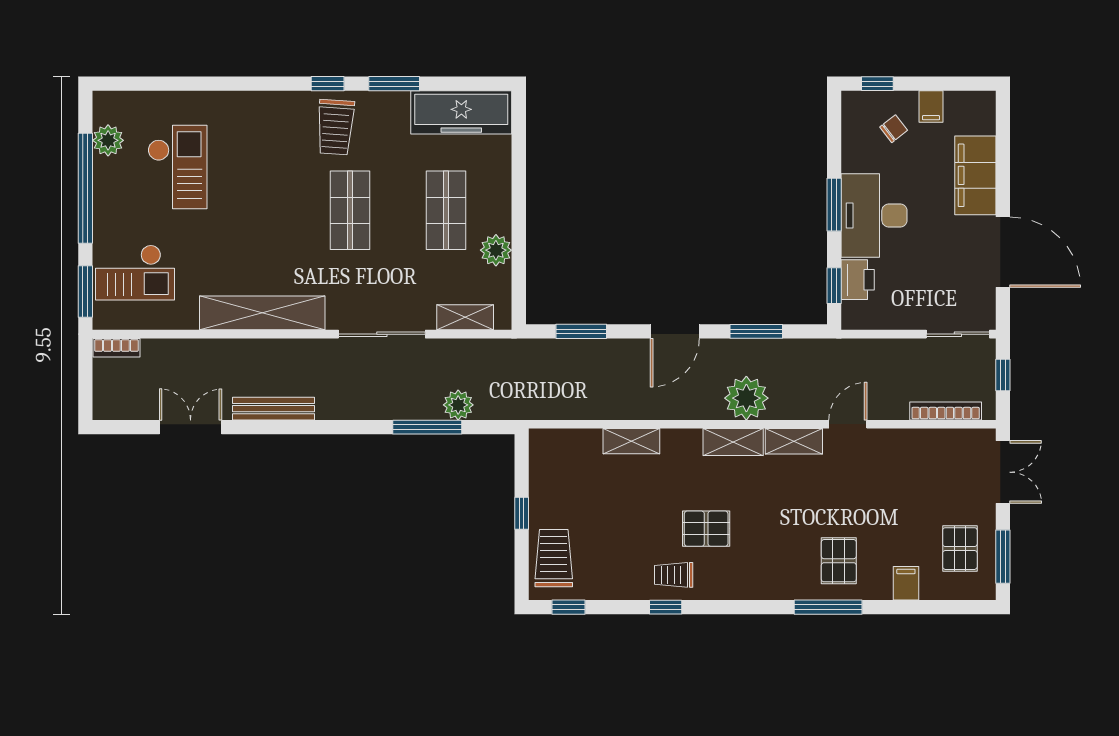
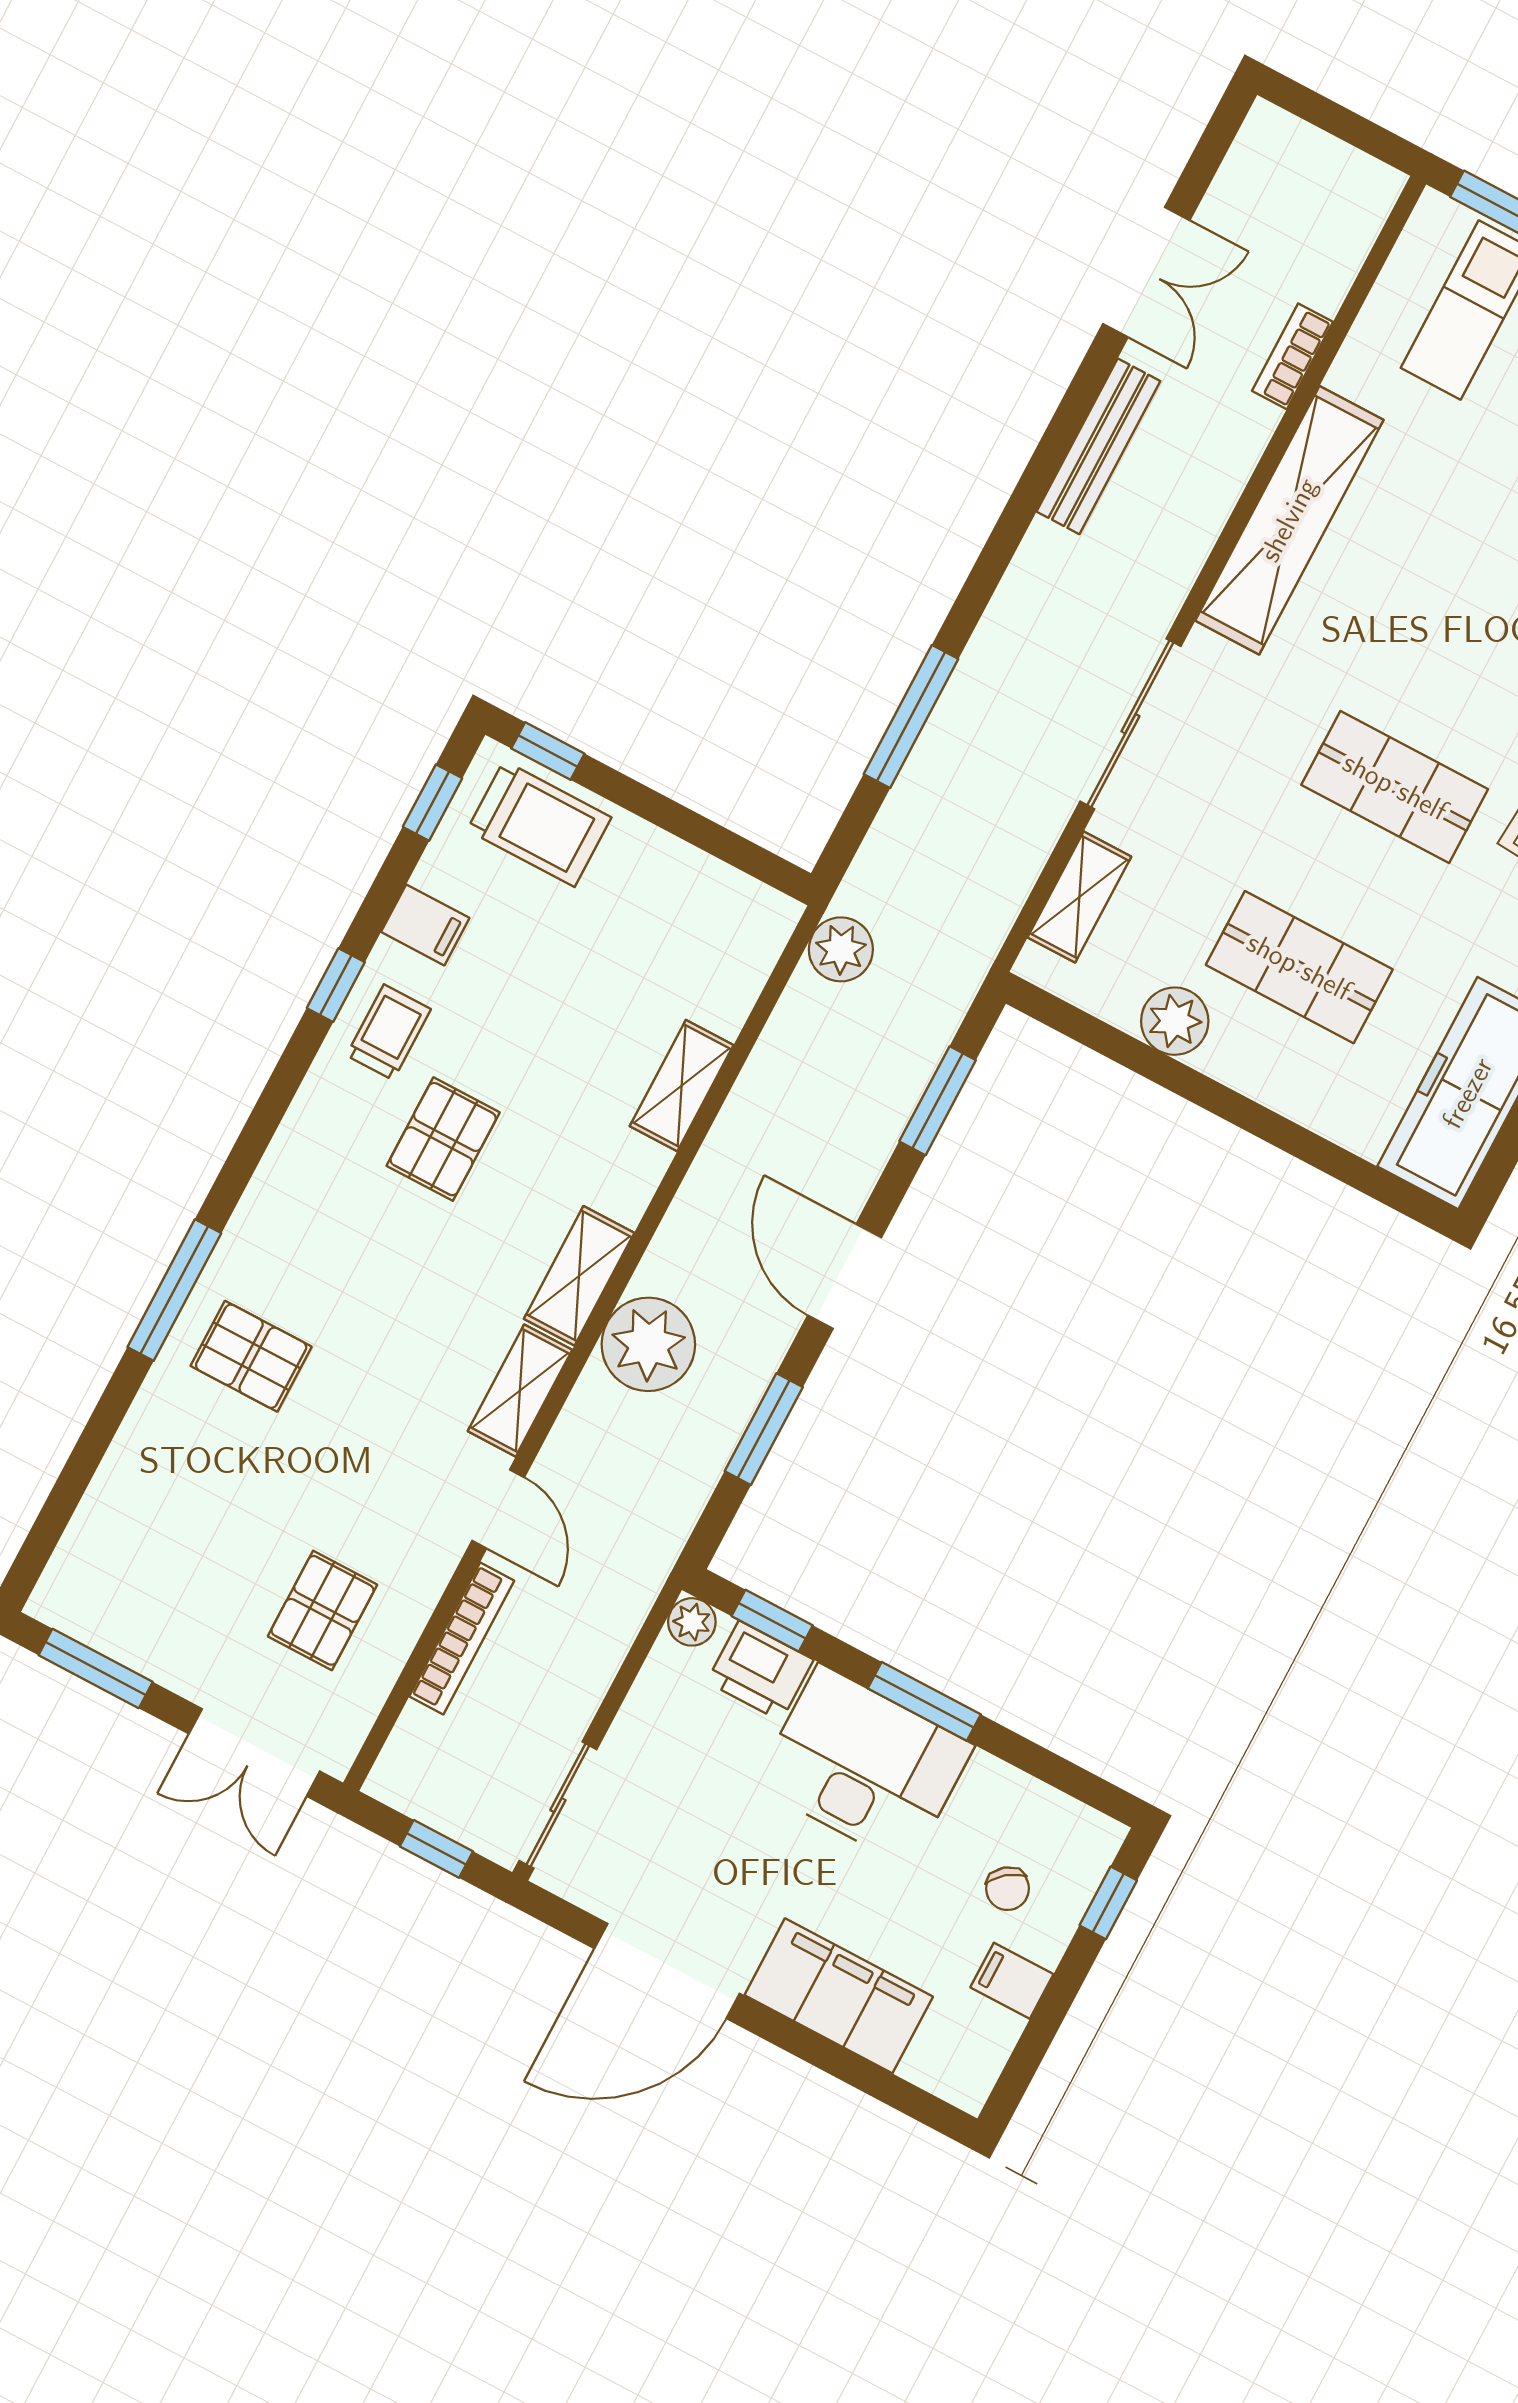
plant: (852, 319) -> (692, 1622), added
bookcase: (116, 348) -> (1292, 356), moved
plant: (458, 405) -> (841, 949), moved
bookcase: (946, 411) -> (462, 1639), moved
window: (522, 513) -> (548, 751), moved
pallet: (960, 549) -> (323, 1610), moved, turned 90
filing cabinet: (906, 583) -> (425, 925), moved

